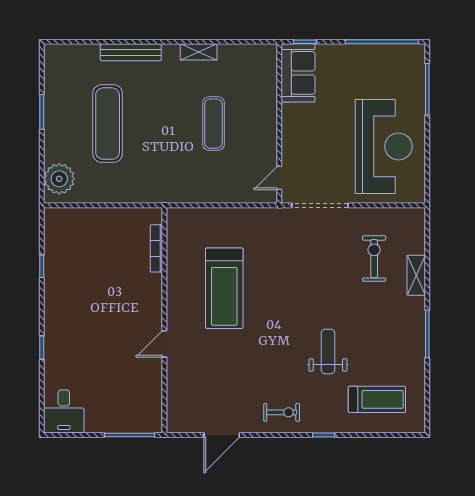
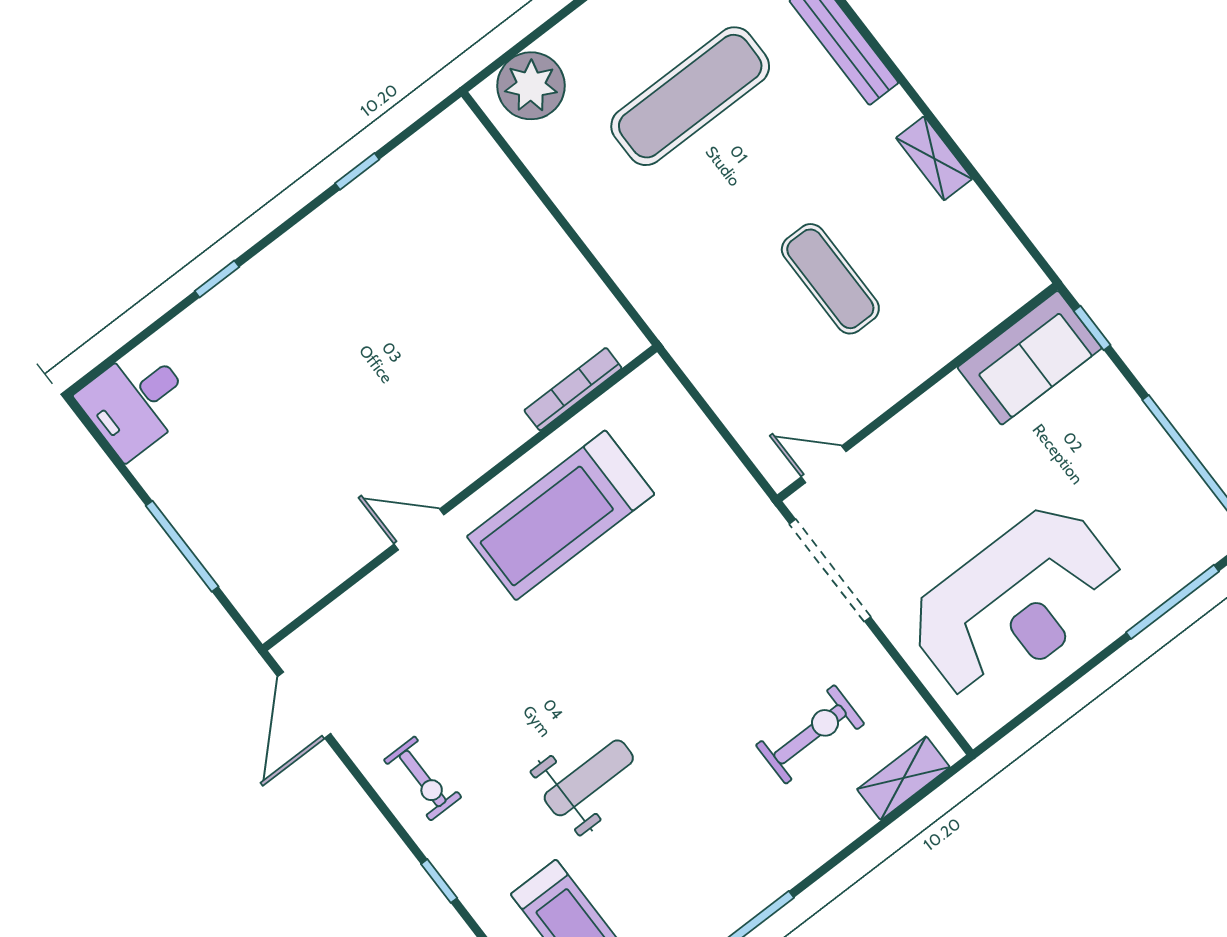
exercise mat: (213, 124) -> (830, 279), turned 90
bookcase: (156, 248) -> (573, 389), moved
shelving: (416, 275) -> (903, 778), moved
wall: (164, 320) -> (460, 498), moved
door: (164, 344) -> (419, 529), moved
door: (222, 435) -> (304, 705), hinge flipped

